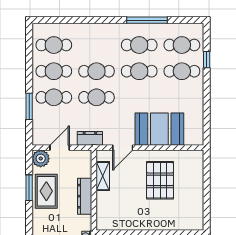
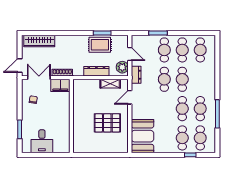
booth: (159, 129) -> (142, 136), moved
door: (123, 148) -> (130, 97), hinge flipped
plant: (41, 159) -> (122, 67), moved

